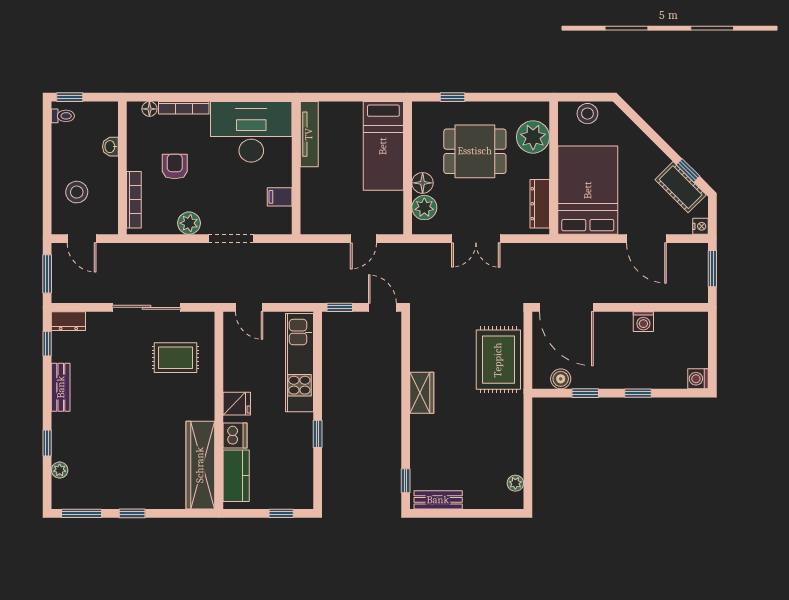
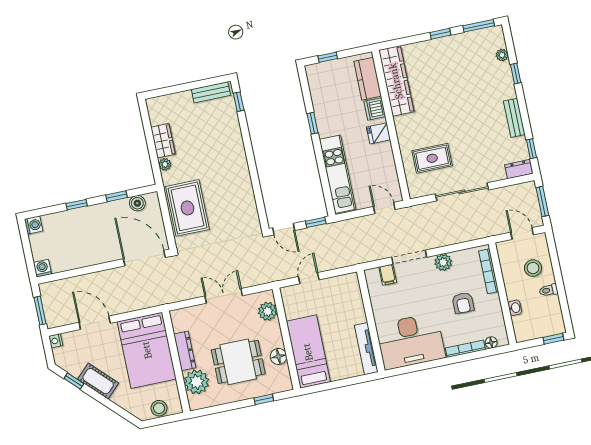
toilet: (63, 116) -> (549, 290), moved
floor lamp: (423, 183) -> (278, 356), moved
cot: (681, 187) -> (98, 381), moved
filing cabinet: (280, 197) -> (388, 275), moved, turned 90
dresser: (540, 204) -> (185, 351), moved
washing machine: (643, 322) -> (42, 268), moved
wardrobe: (422, 393) -> (163, 141), moved, turned 180
plant: (515, 483) -> (165, 164), moved

